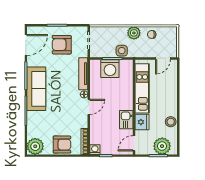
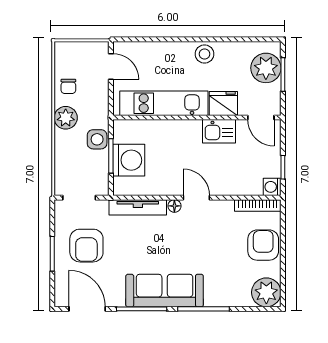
stool: (171, 122) -> (204, 54), moved

